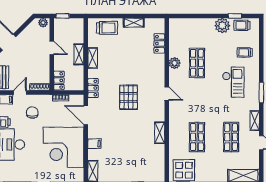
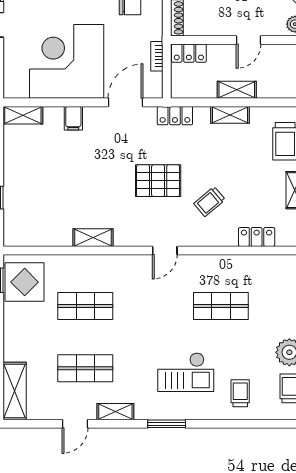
plant: (175, 63) -> (221, 265), removed
trolley: (140, 69) -> (209, 202), added

